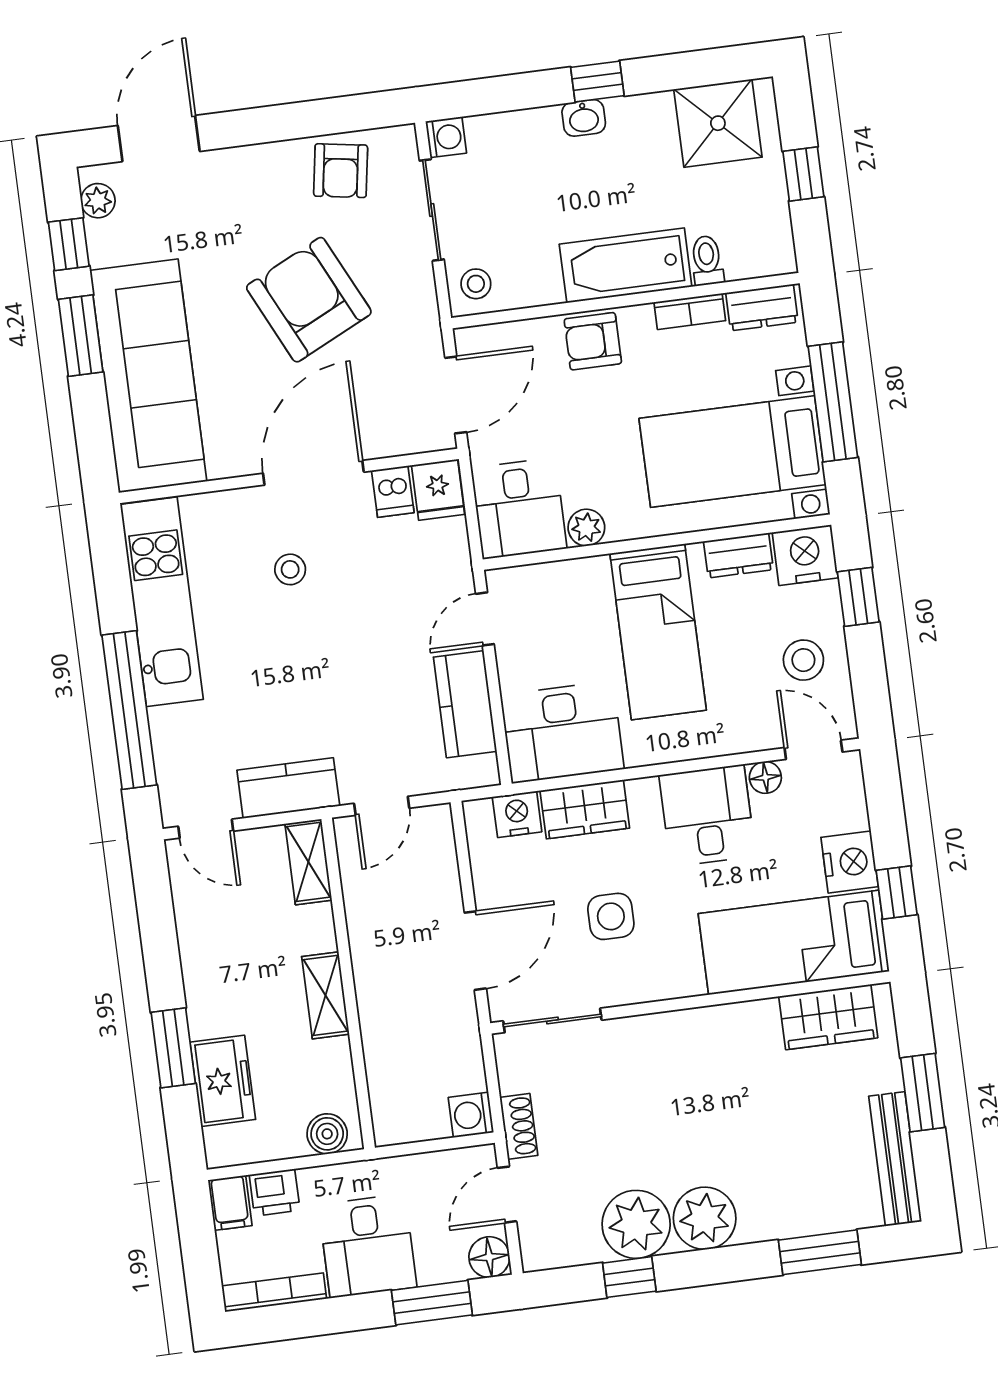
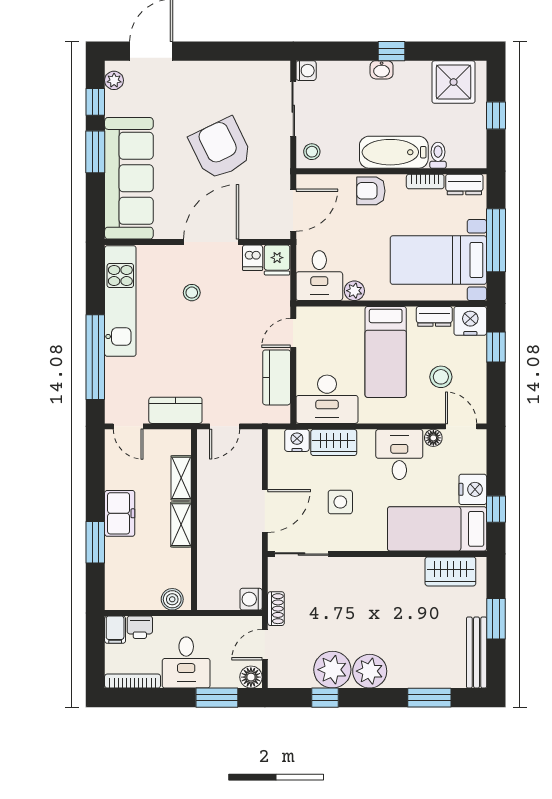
armchair: (341, 171) -> (247, 81), removed
stool: (803, 660) -> (441, 377), moved
shelving: (308, 862) -> (181, 478), moved
freezer: (223, 1081) -> (120, 513), moved

